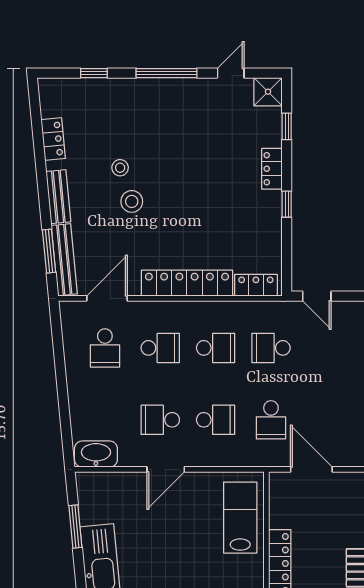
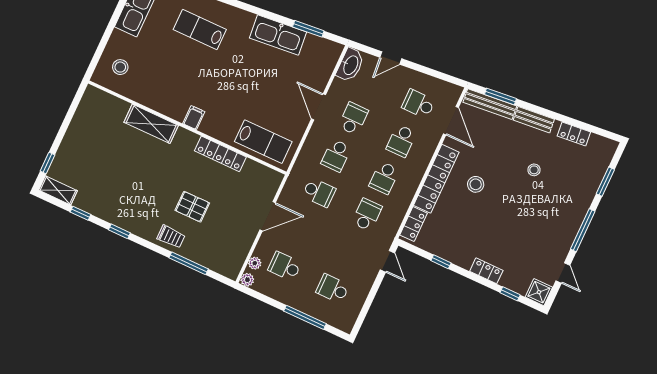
window: (94, 73) -> (605, 182), width x1.50
stool: (132, 201) -> (476, 184), moved
window: (287, 204) -> (441, 262), moved
door: (317, 296) -> (387, 261), swing flipped
door: (64, 408) -> (391, 58), added
school desk: (271, 420) -> (319, 192), turned 180
door: (311, 469) -> (268, 216), moved

